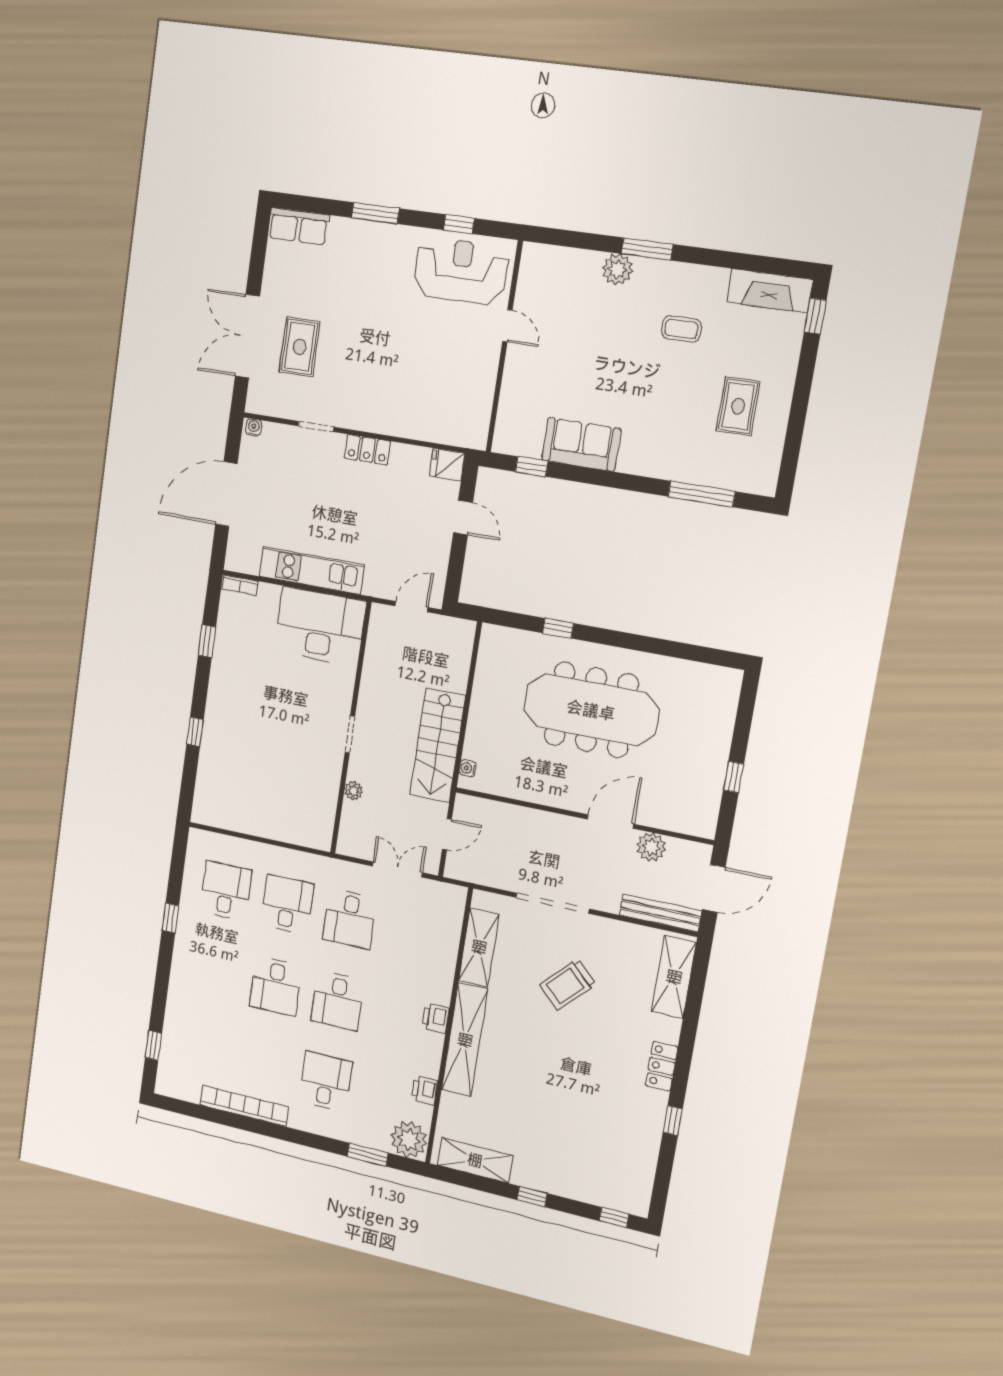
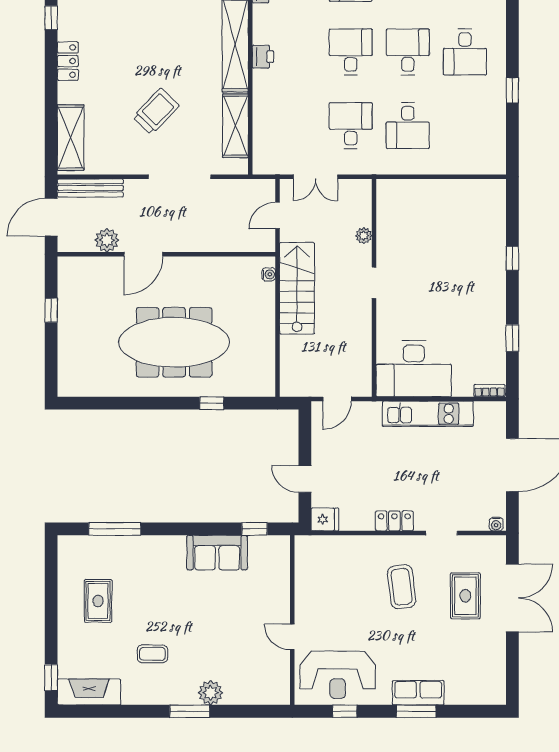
row of seats: (299, 226) -> (418, 693), moved
coffee table: (370, 369) -> (402, 587), added
desk: (226, 891) -> (465, 52), moved

